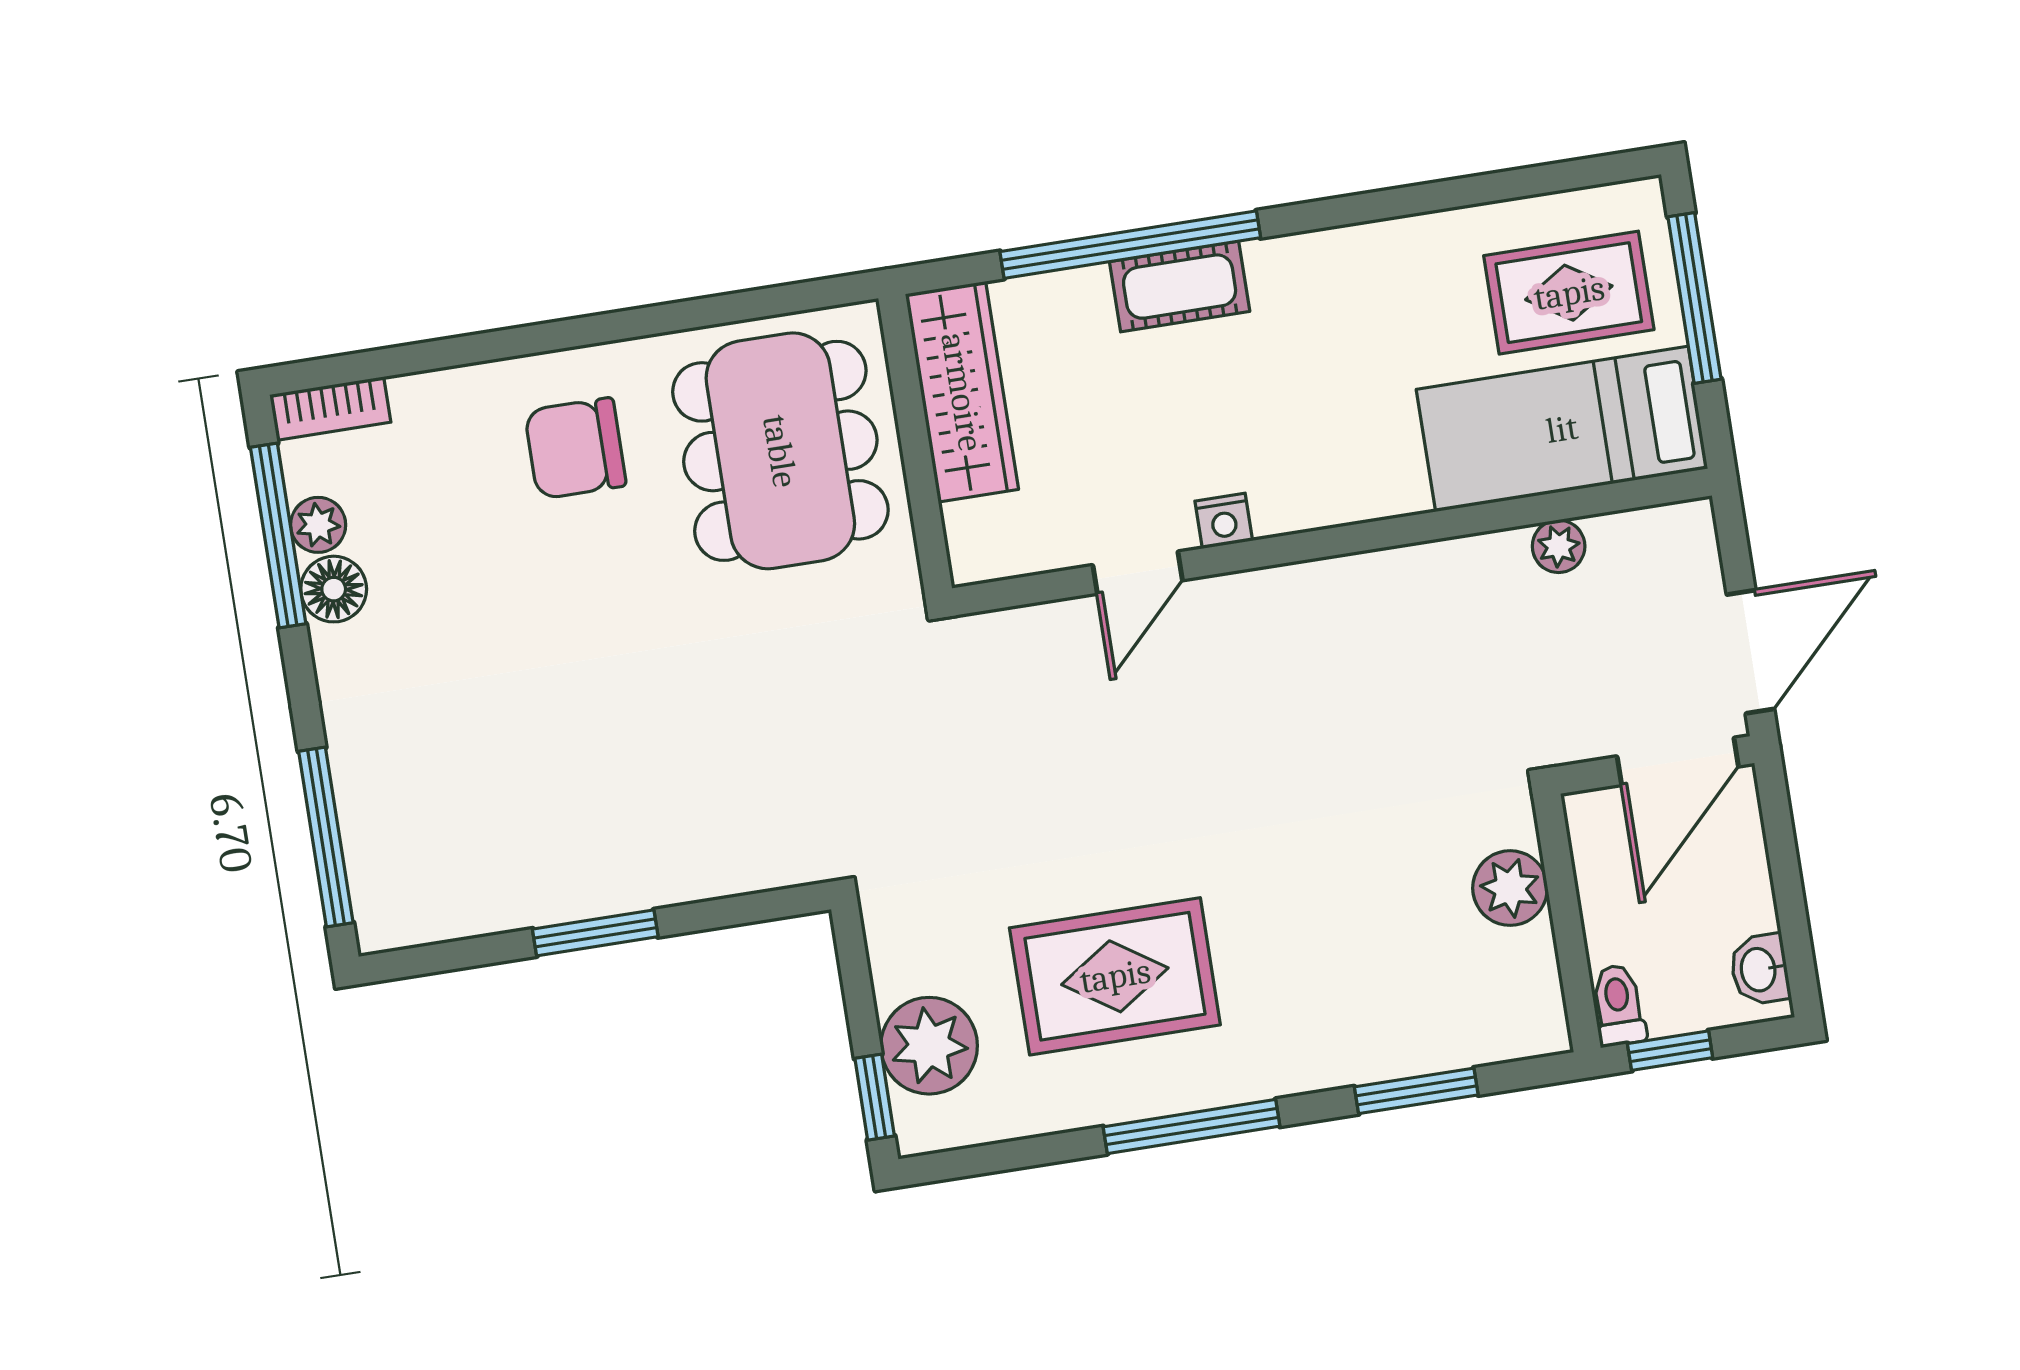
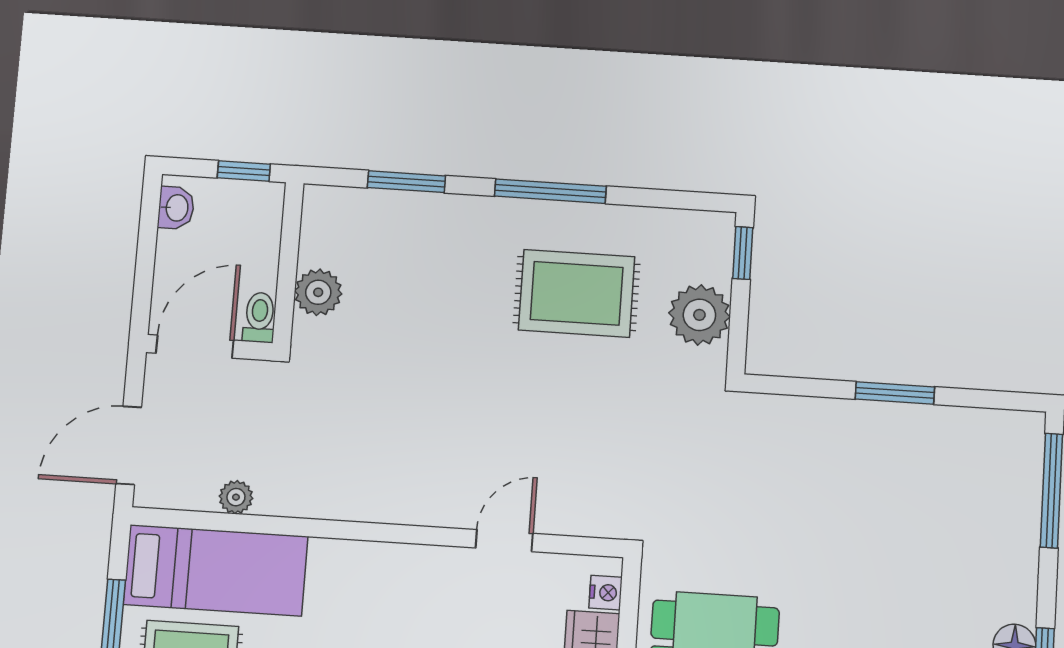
nightstand: (1224, 521) -> (606, 593), moved, turned 90
door: (1750, 652) -> (129, 445), moved
toilet: (1618, 1005) -> (259, 317), moved, turned 180
plant: (929, 1046) -> (699, 315), moved

